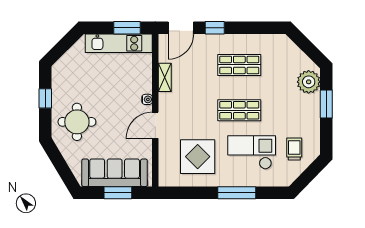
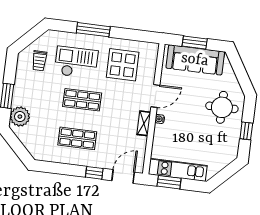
shelving: (165, 77) -> (144, 123), moved
checkout: (252, 152) -> (76, 62), turned 180

